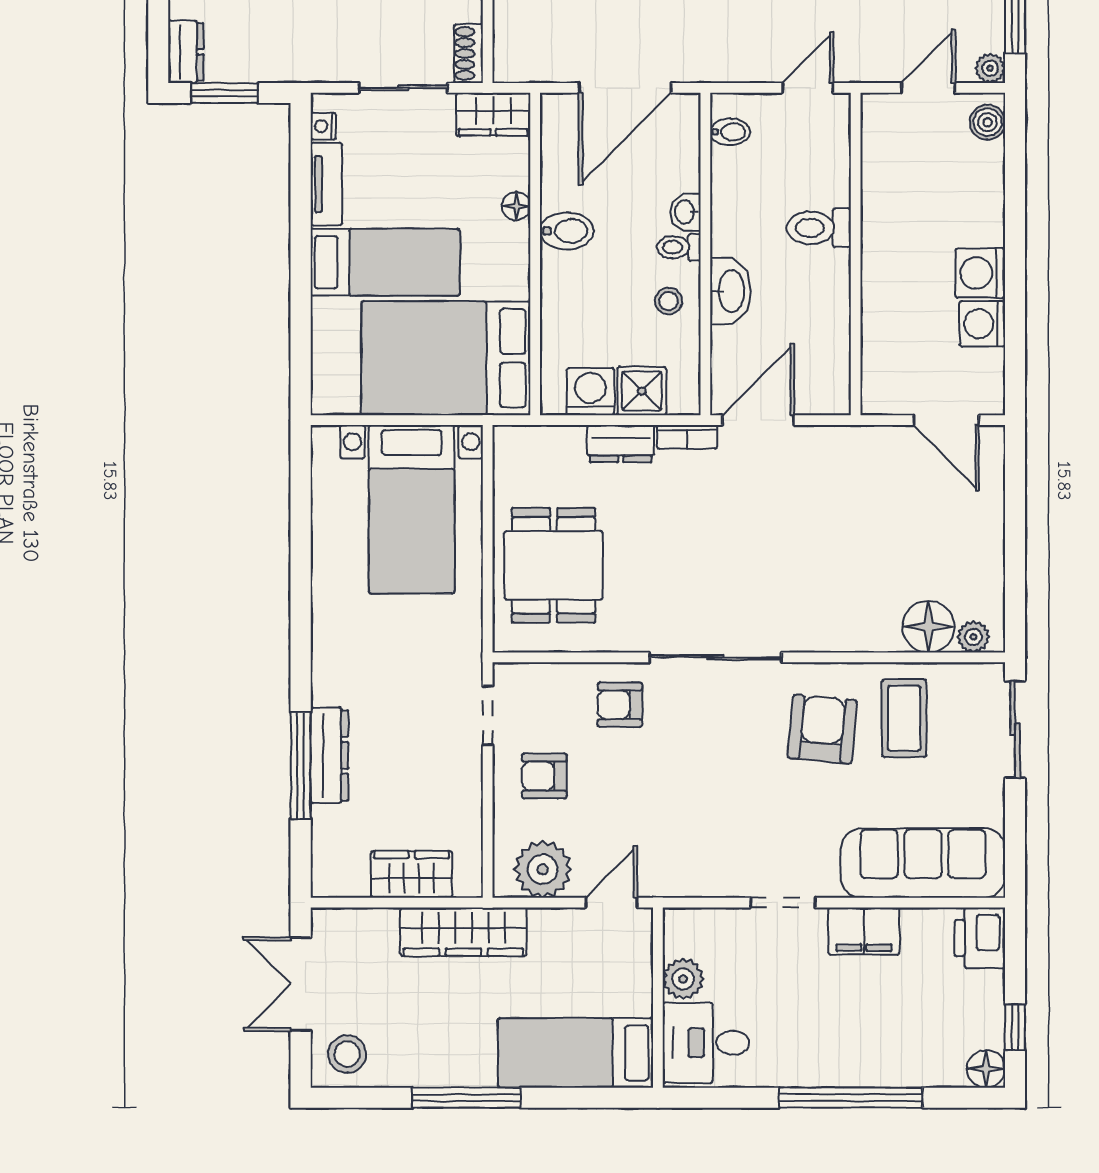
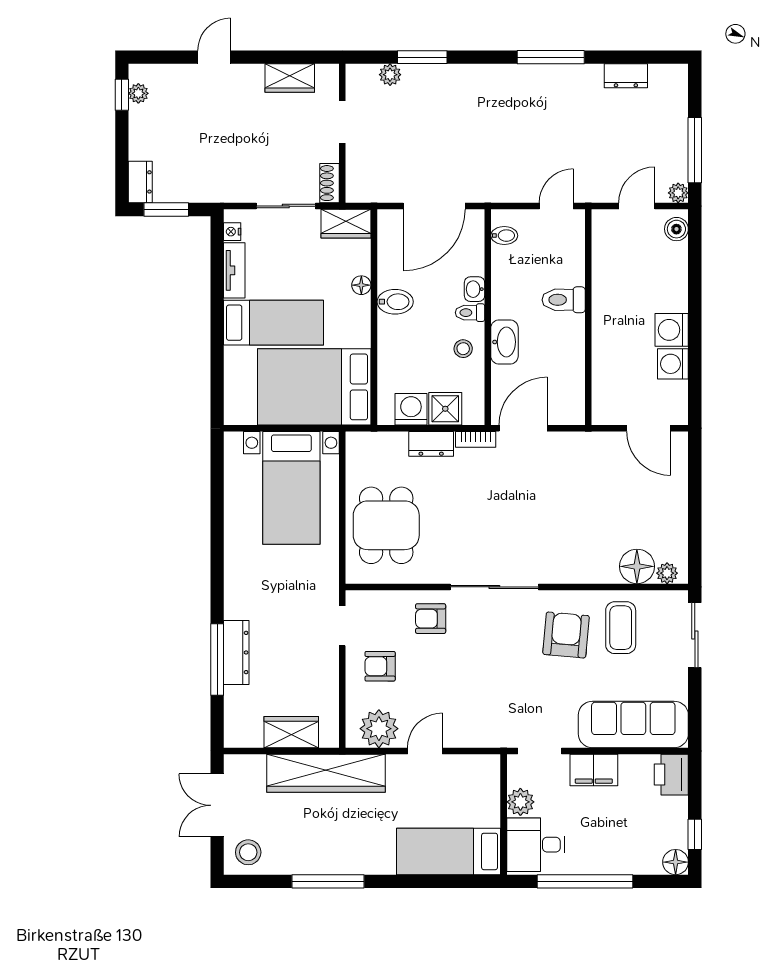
wardrobe: (463, 932) -> (326, 773), width x1.40, depth x1.17
plant: (683, 979) -> (520, 802), moved
wall: (658, 998) -> (504, 814), moved
desk: (706, 1043) -> (536, 845), moved
bed: (575, 1053) -> (449, 851), moved

